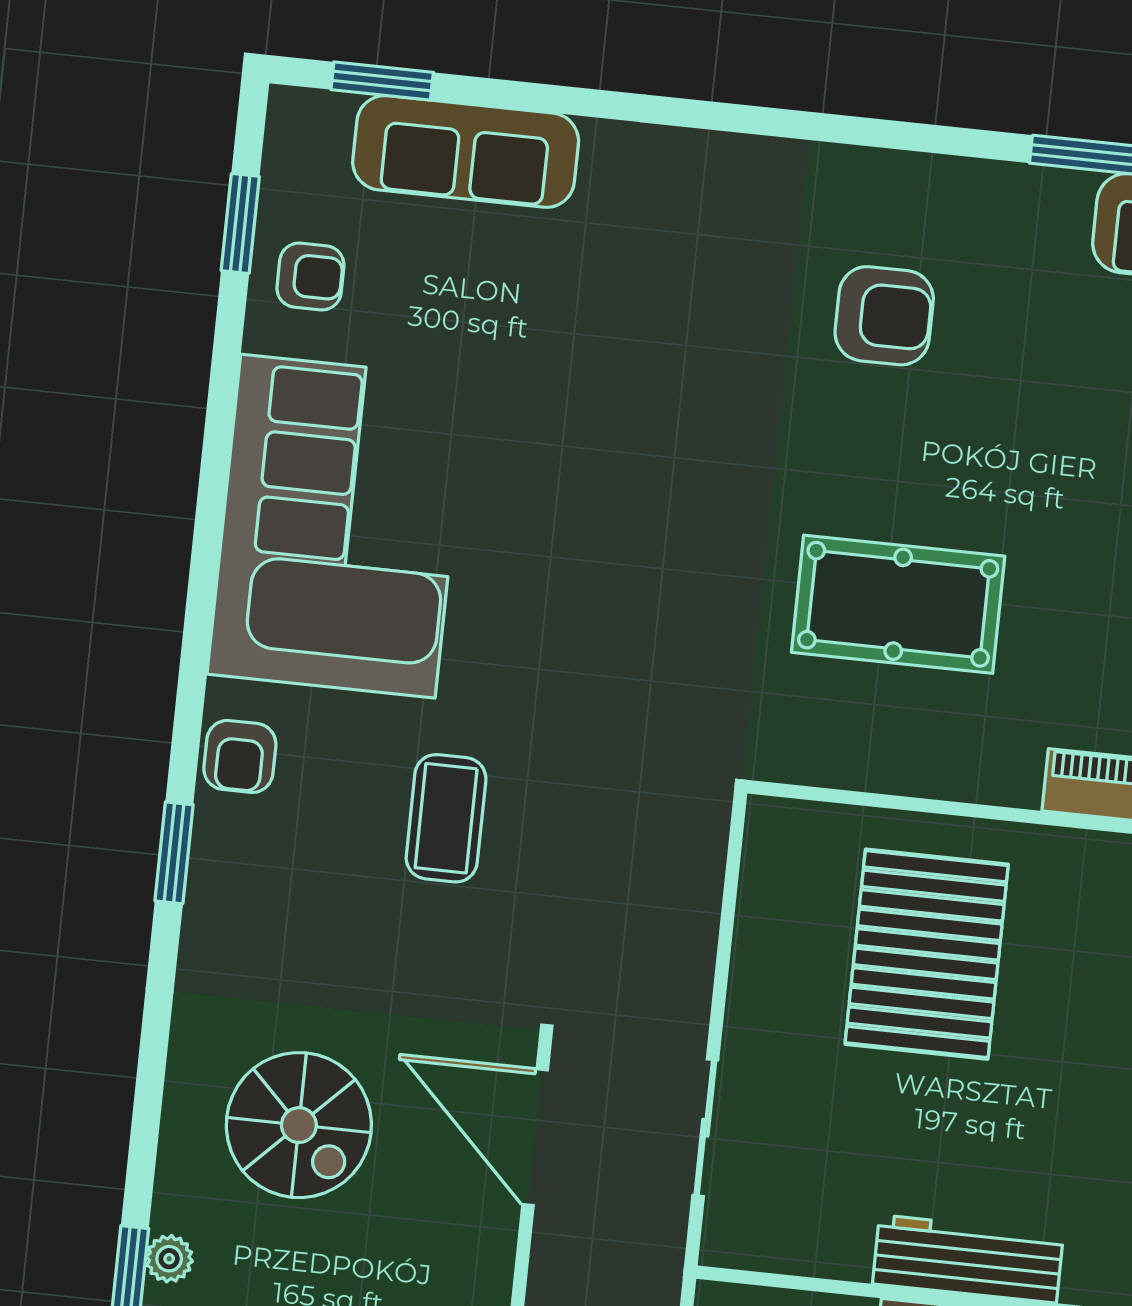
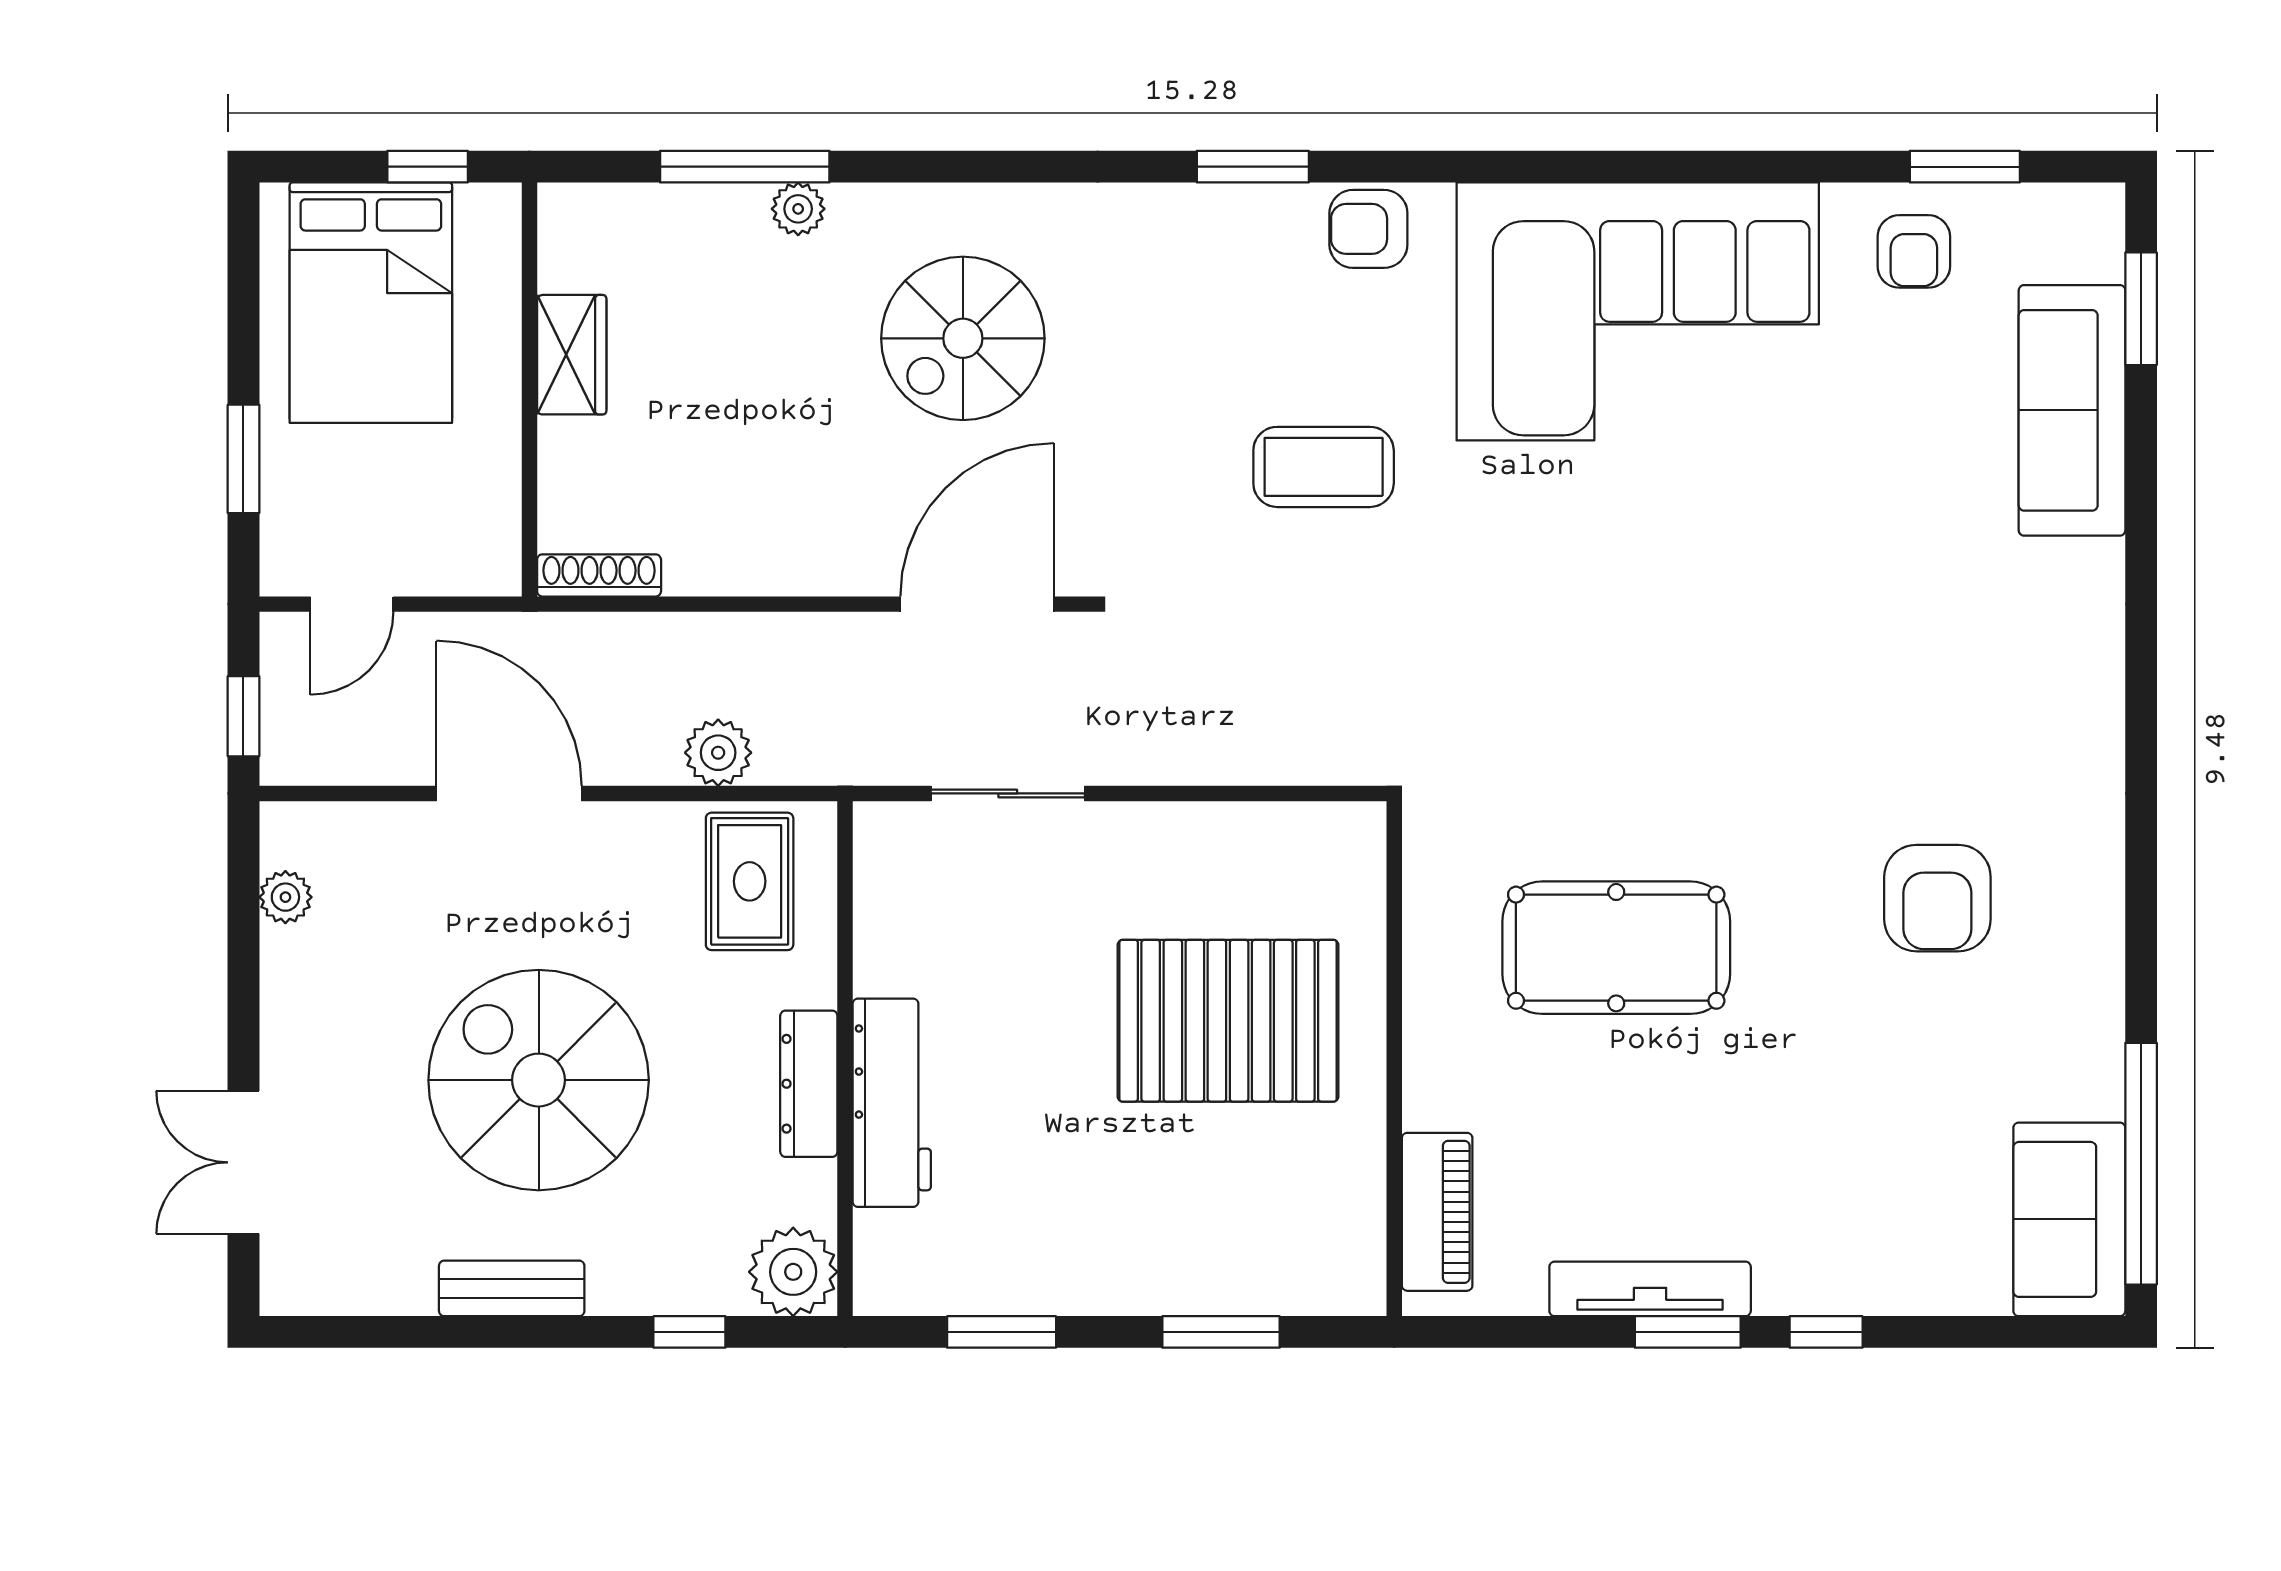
pool table: (898, 604) -> (1616, 948), turned 90

